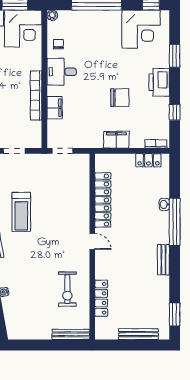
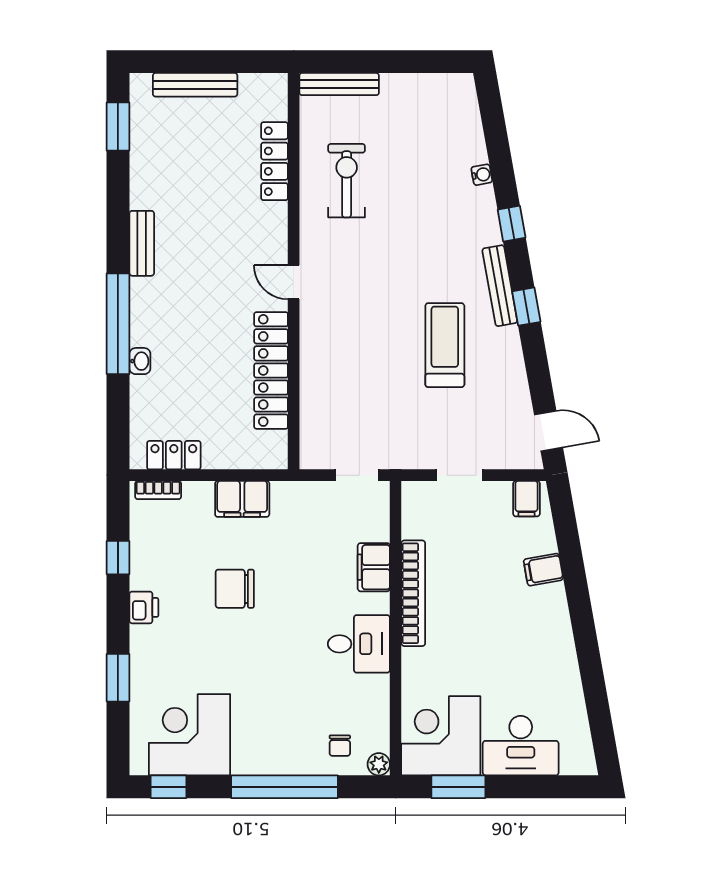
chair: (58, 44) -> (340, 746), moved
printer: (159, 82) -> (144, 607), width x0.53, depth x0.68

